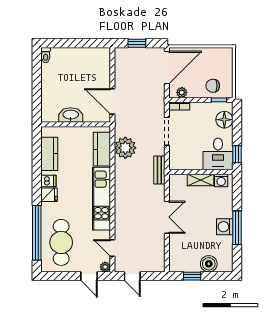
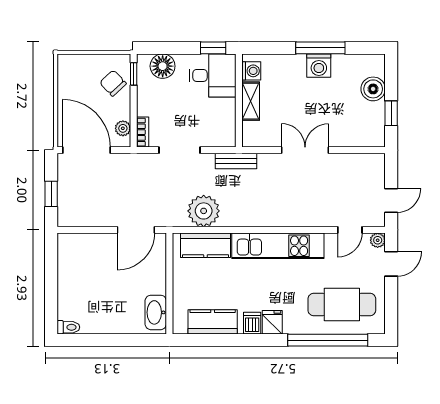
chair: (213, 86) -> (113, 83), turned 137
washbasin: (71, 115) -> (156, 312), moved

